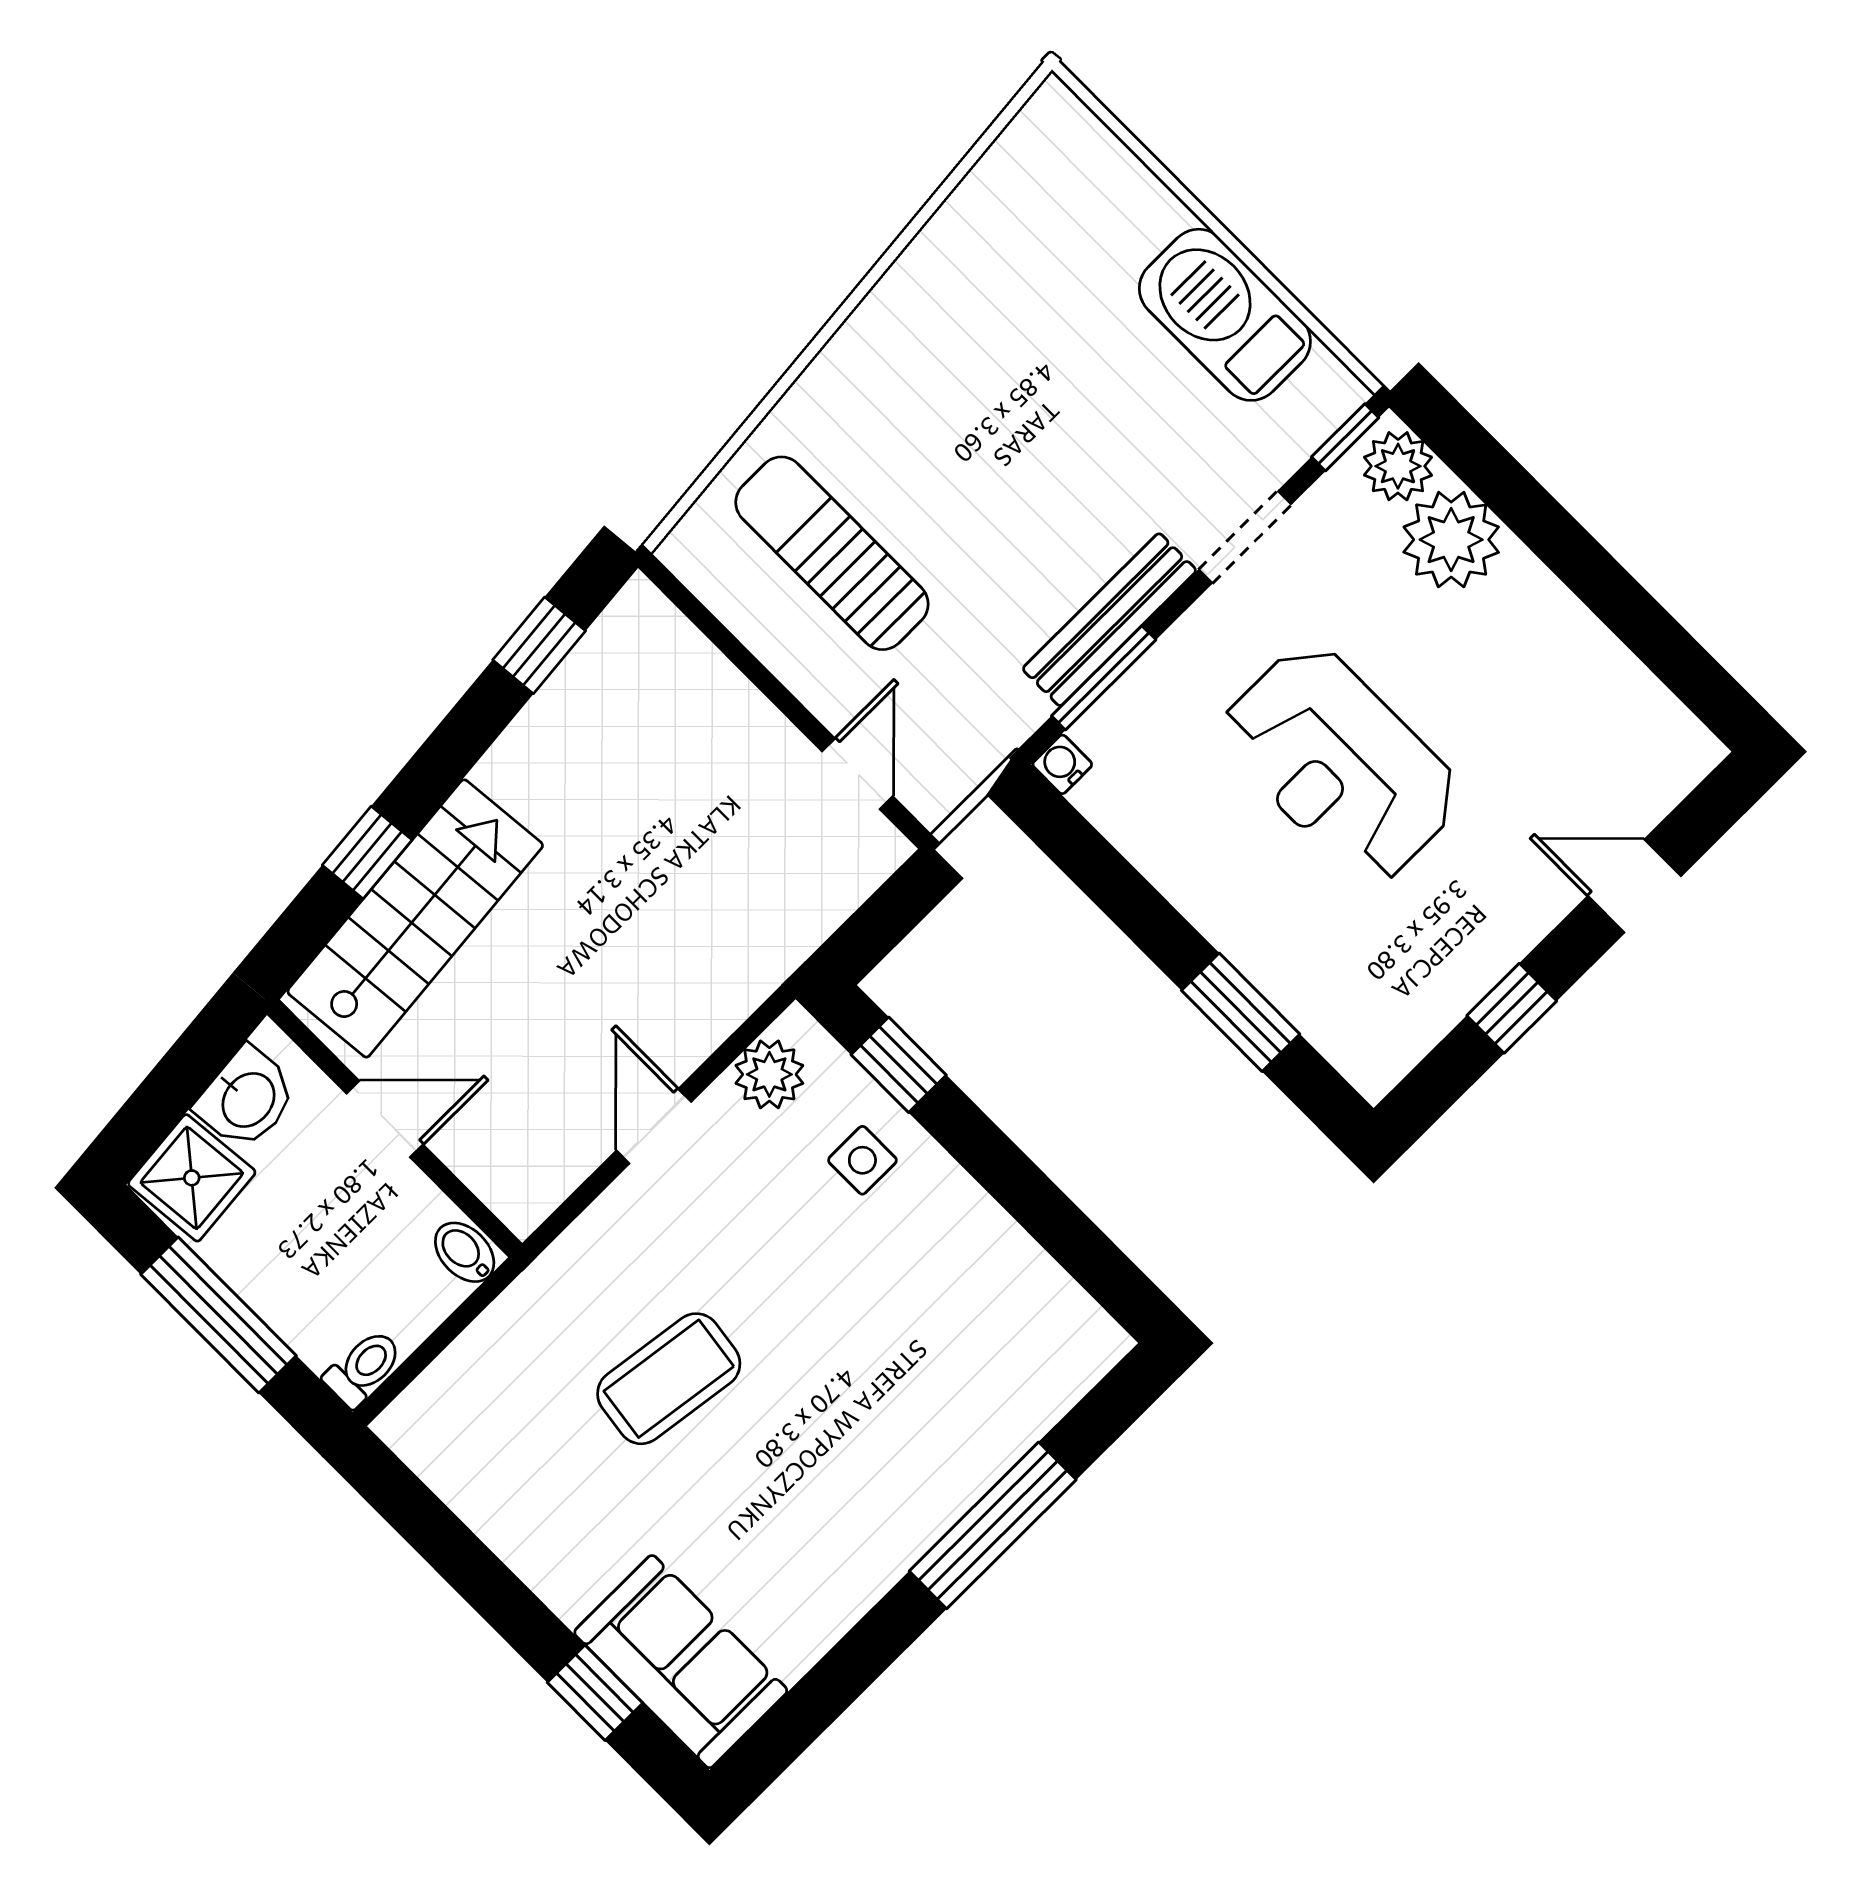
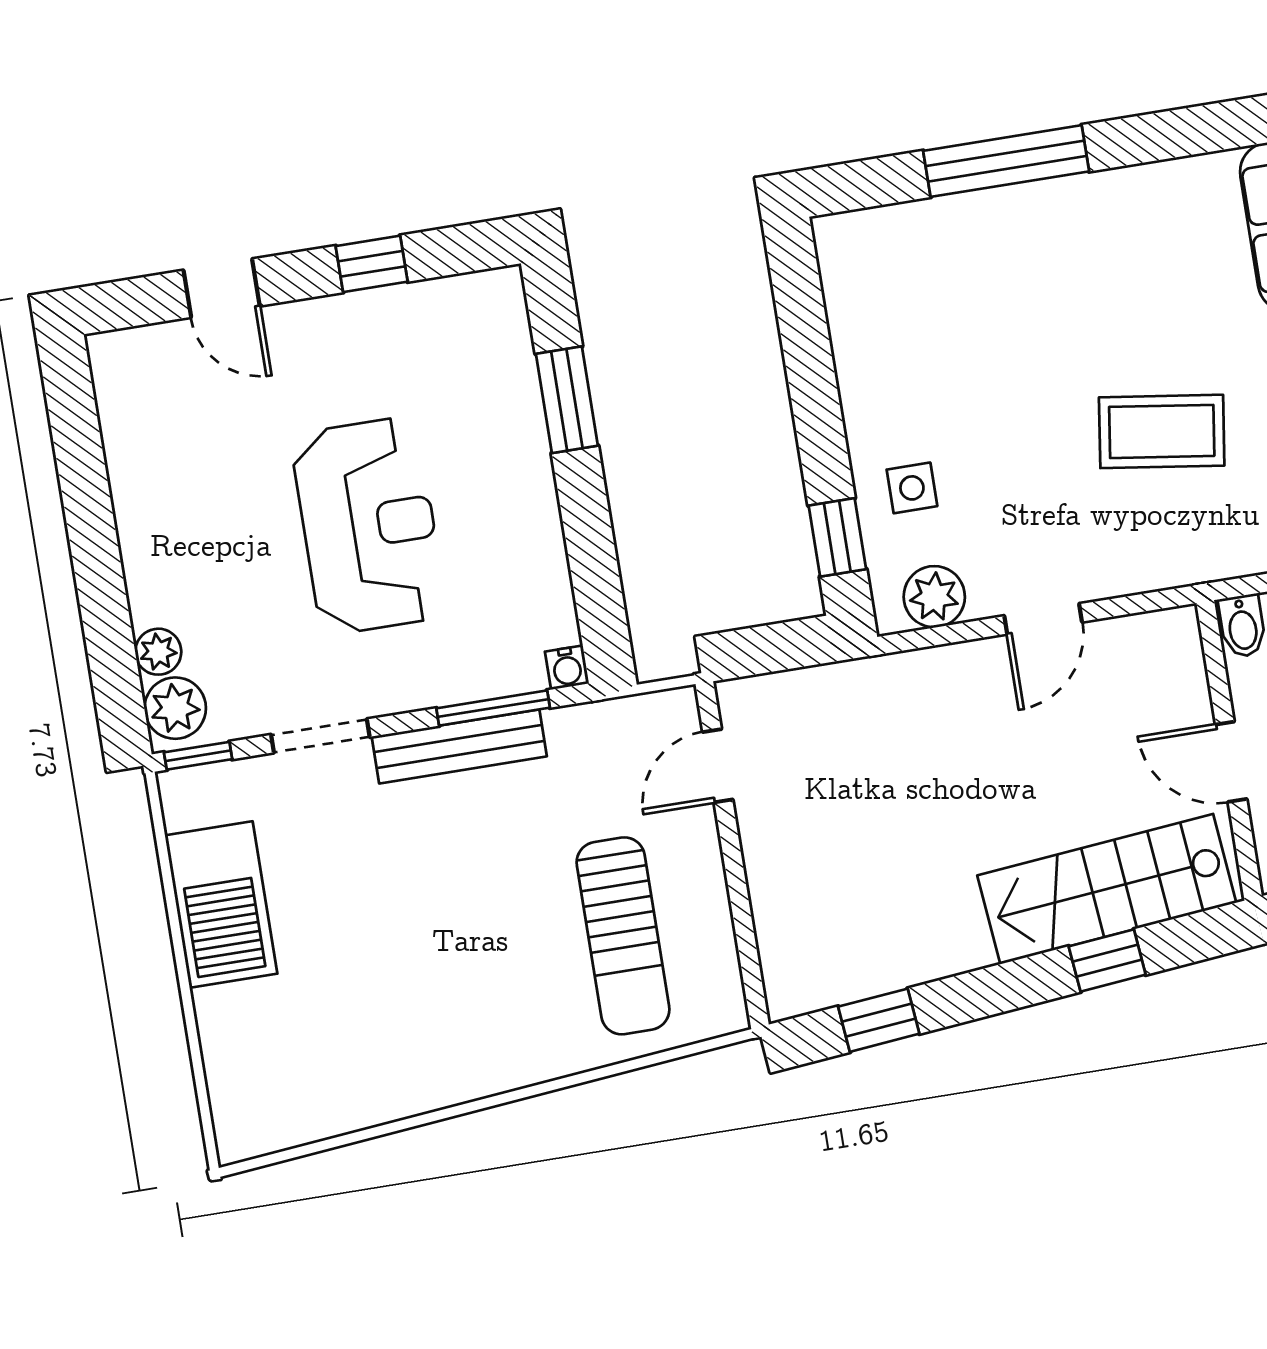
plant: (1451, 540) -> (158, 652), width x0.53, depth x0.53

